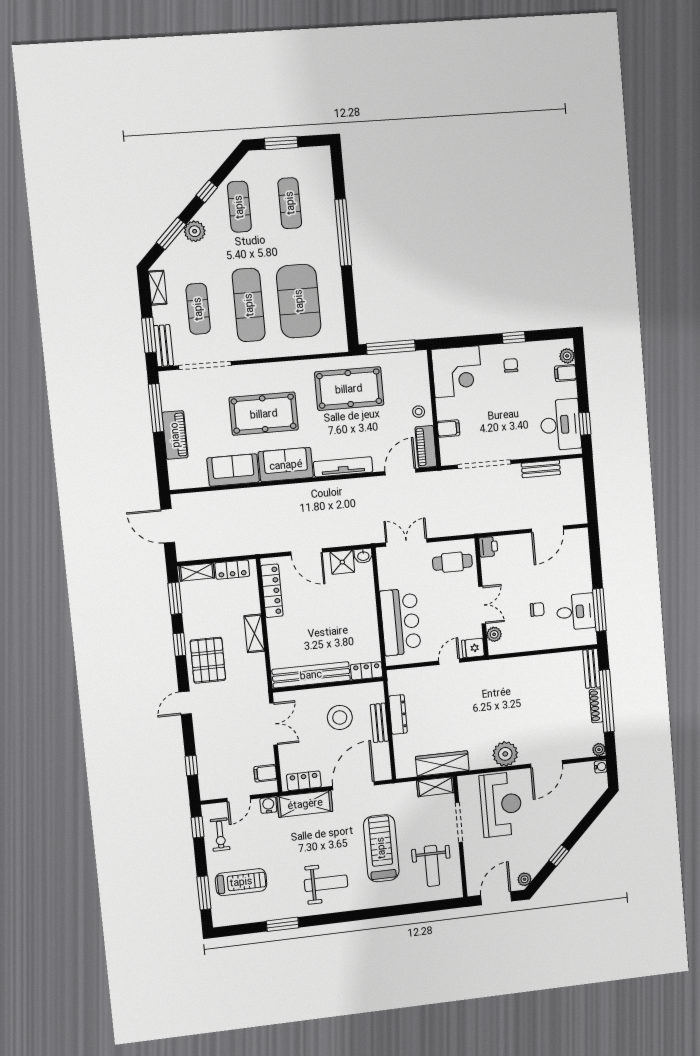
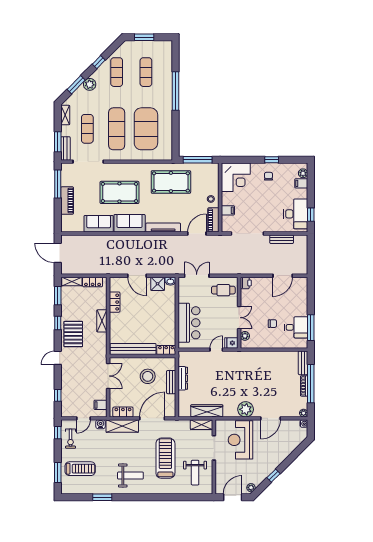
locker: (272, 591) -> (115, 302), width x0.66
reception desk: (501, 804) -> (240, 440), turned 180

